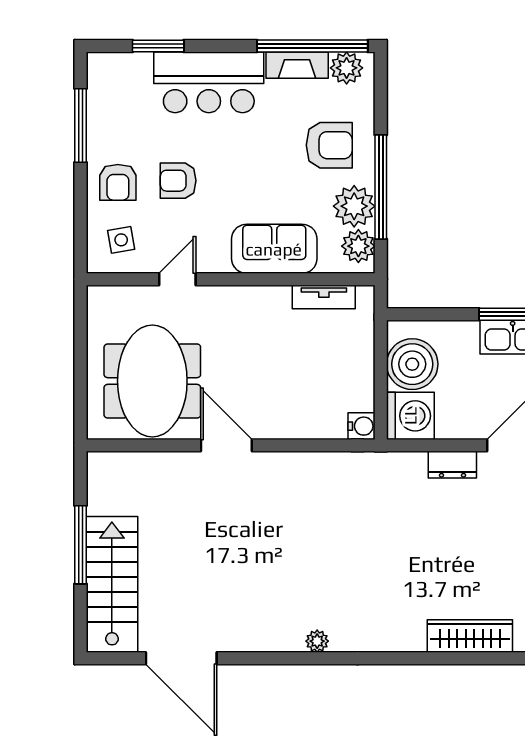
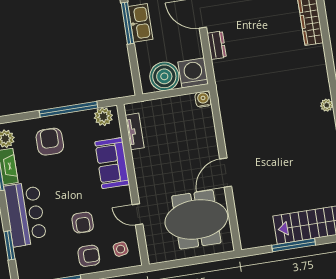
plant: (354, 206) -> (82, 122), removed

